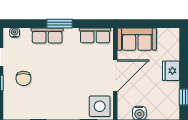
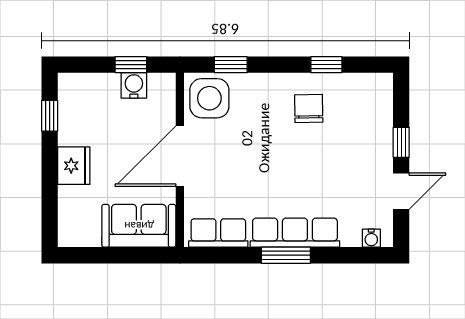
row of seats: (47, 36) -> (295, 233), width x1.48
chair: (23, 78) -> (309, 109), moved

